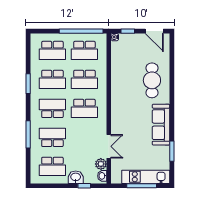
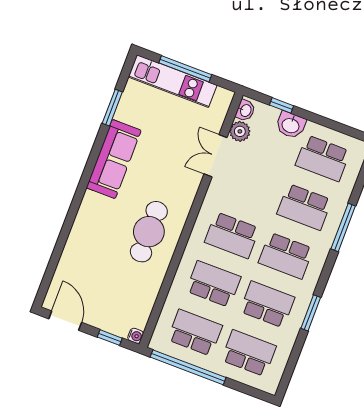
cafe table: (152, 80) -> (149, 232), moved
school desk: (84, 108) -> (232, 235), turned 180
school desk: (52, 166) -> (323, 158), turned 180

